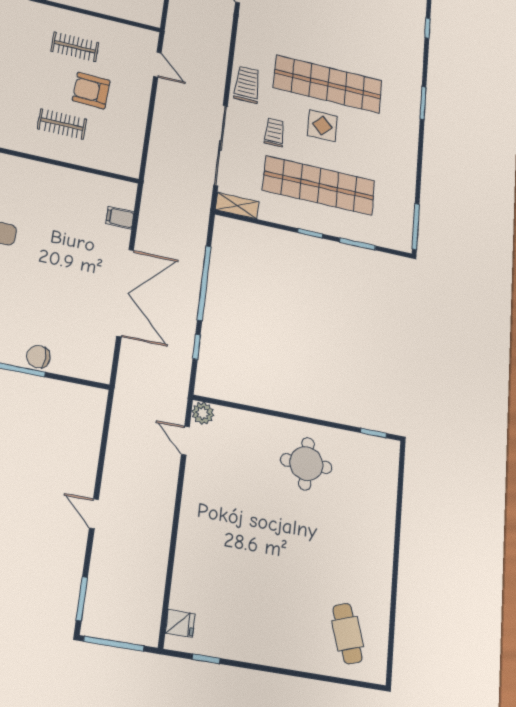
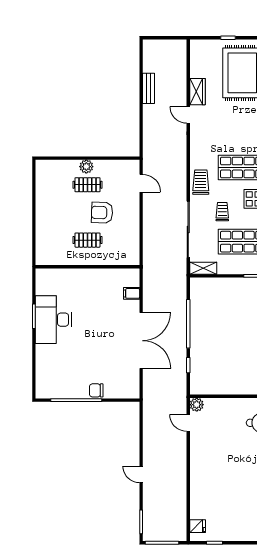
plant: (77, 22) -> (86, 167), added

